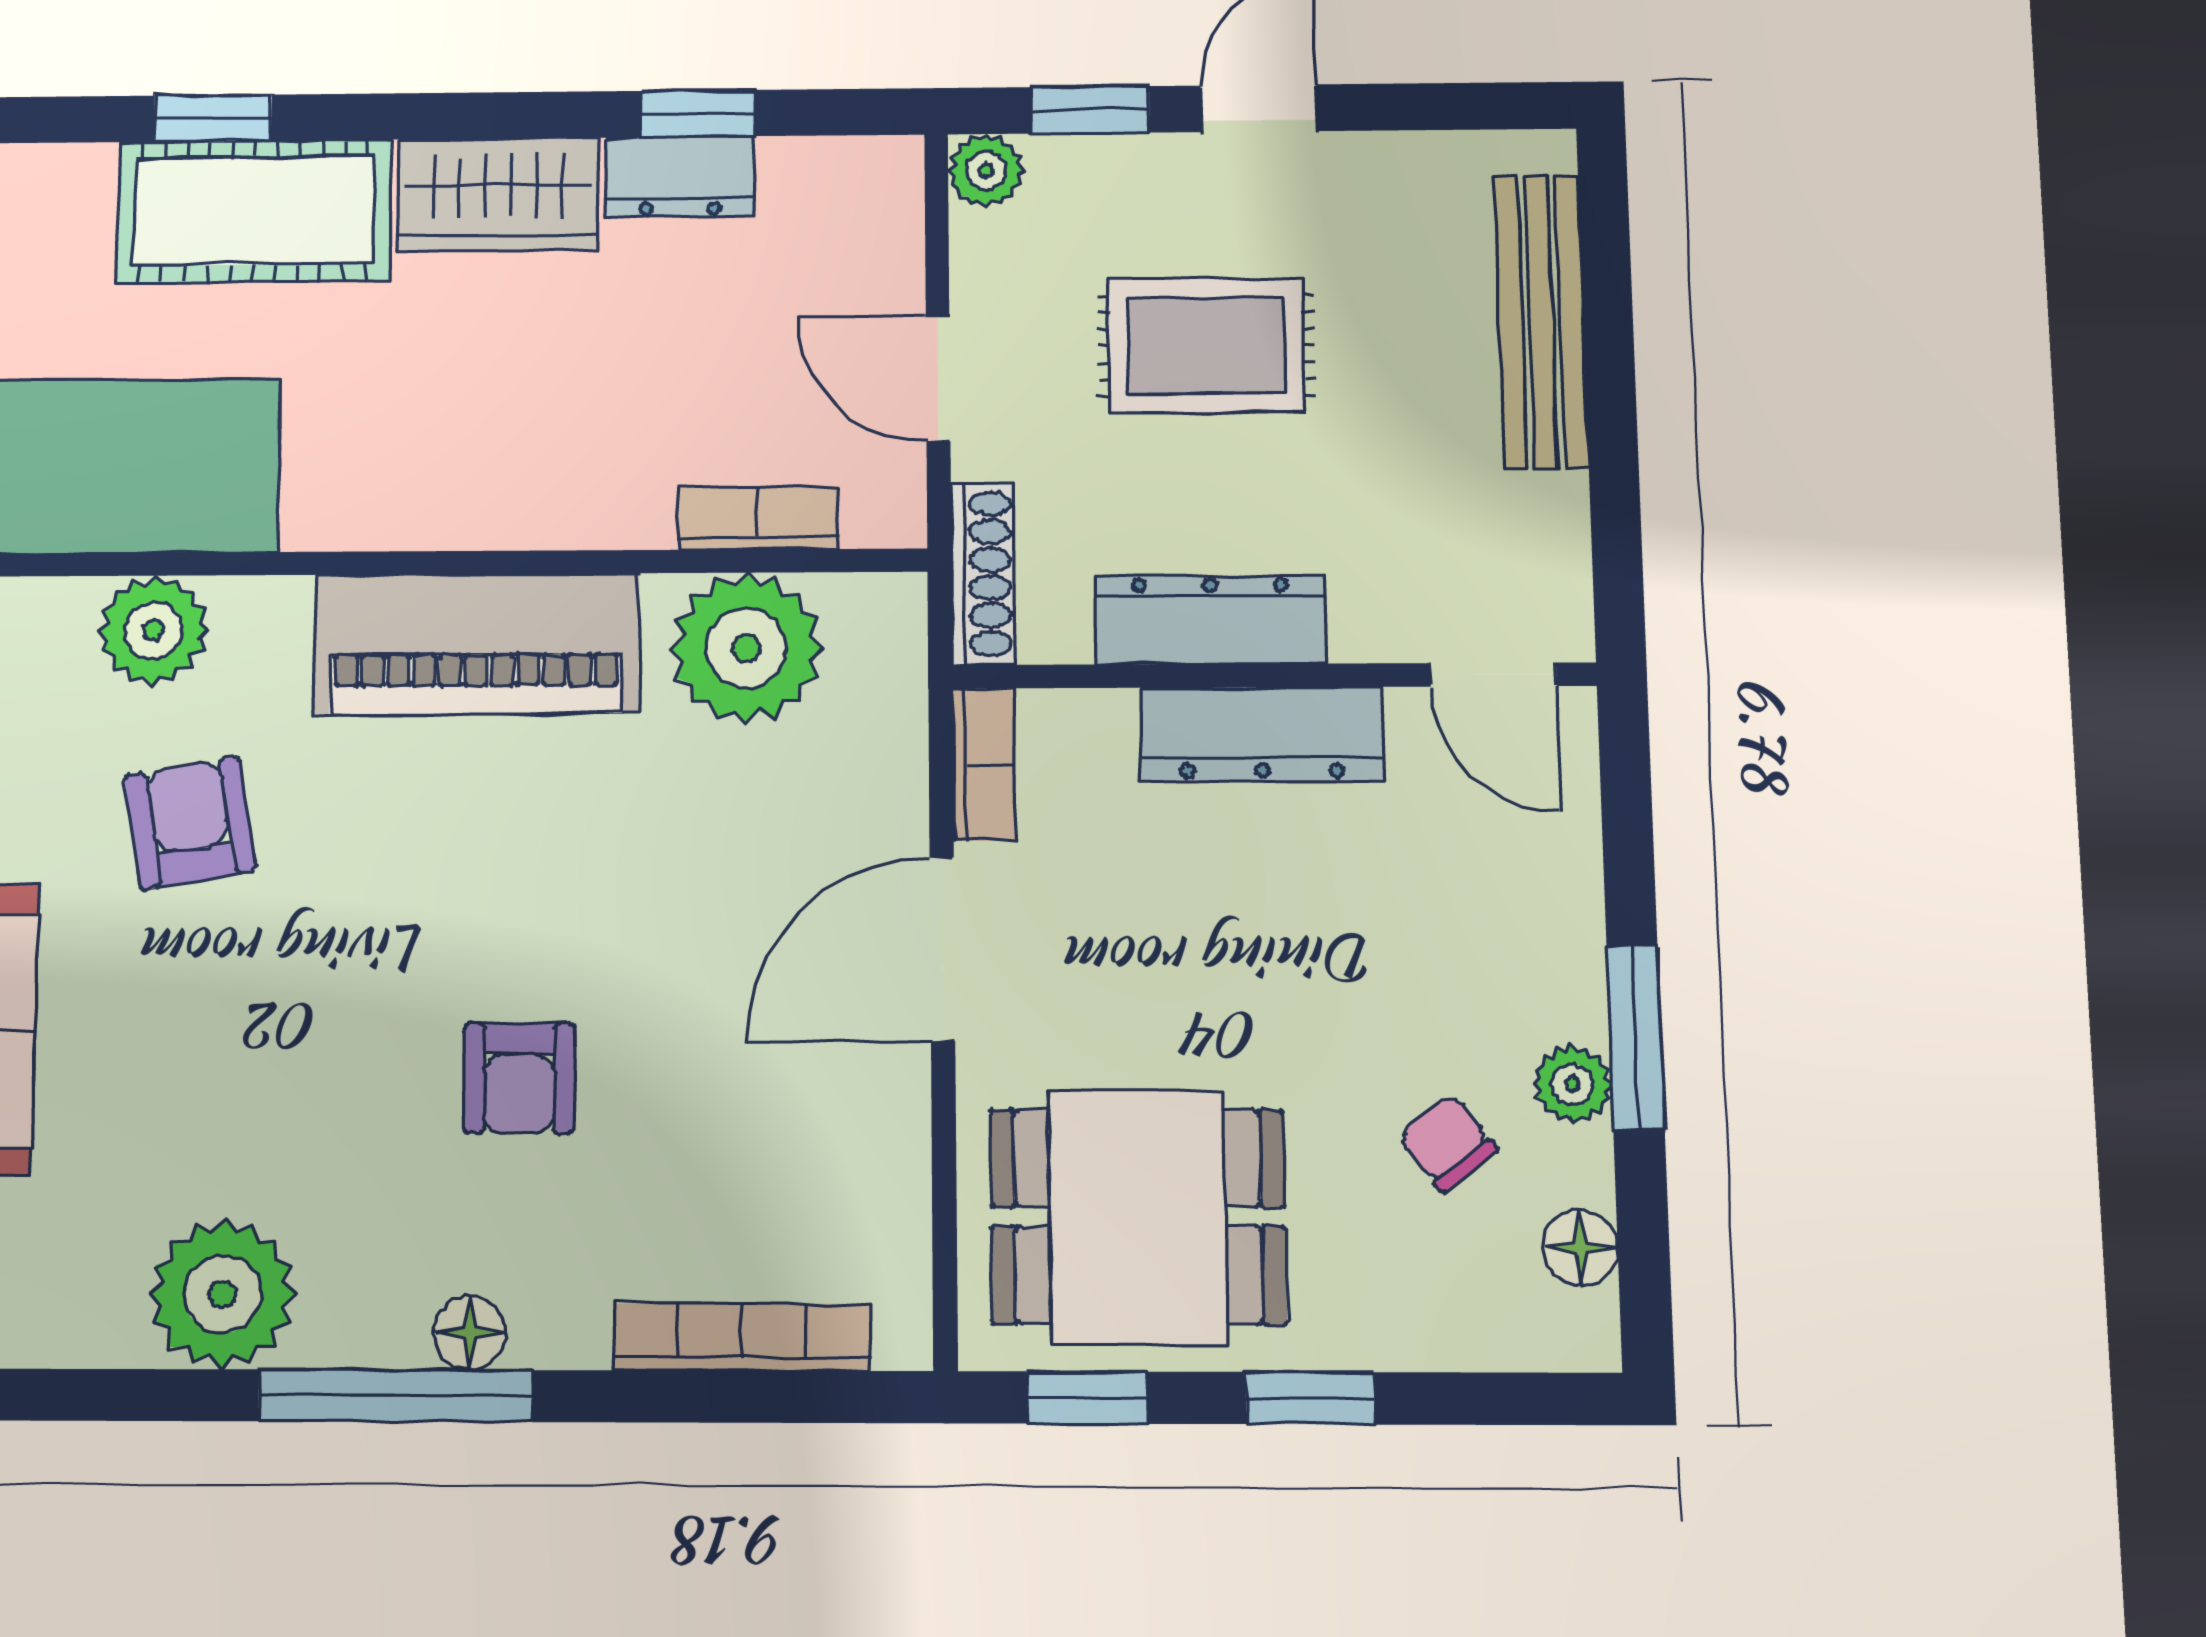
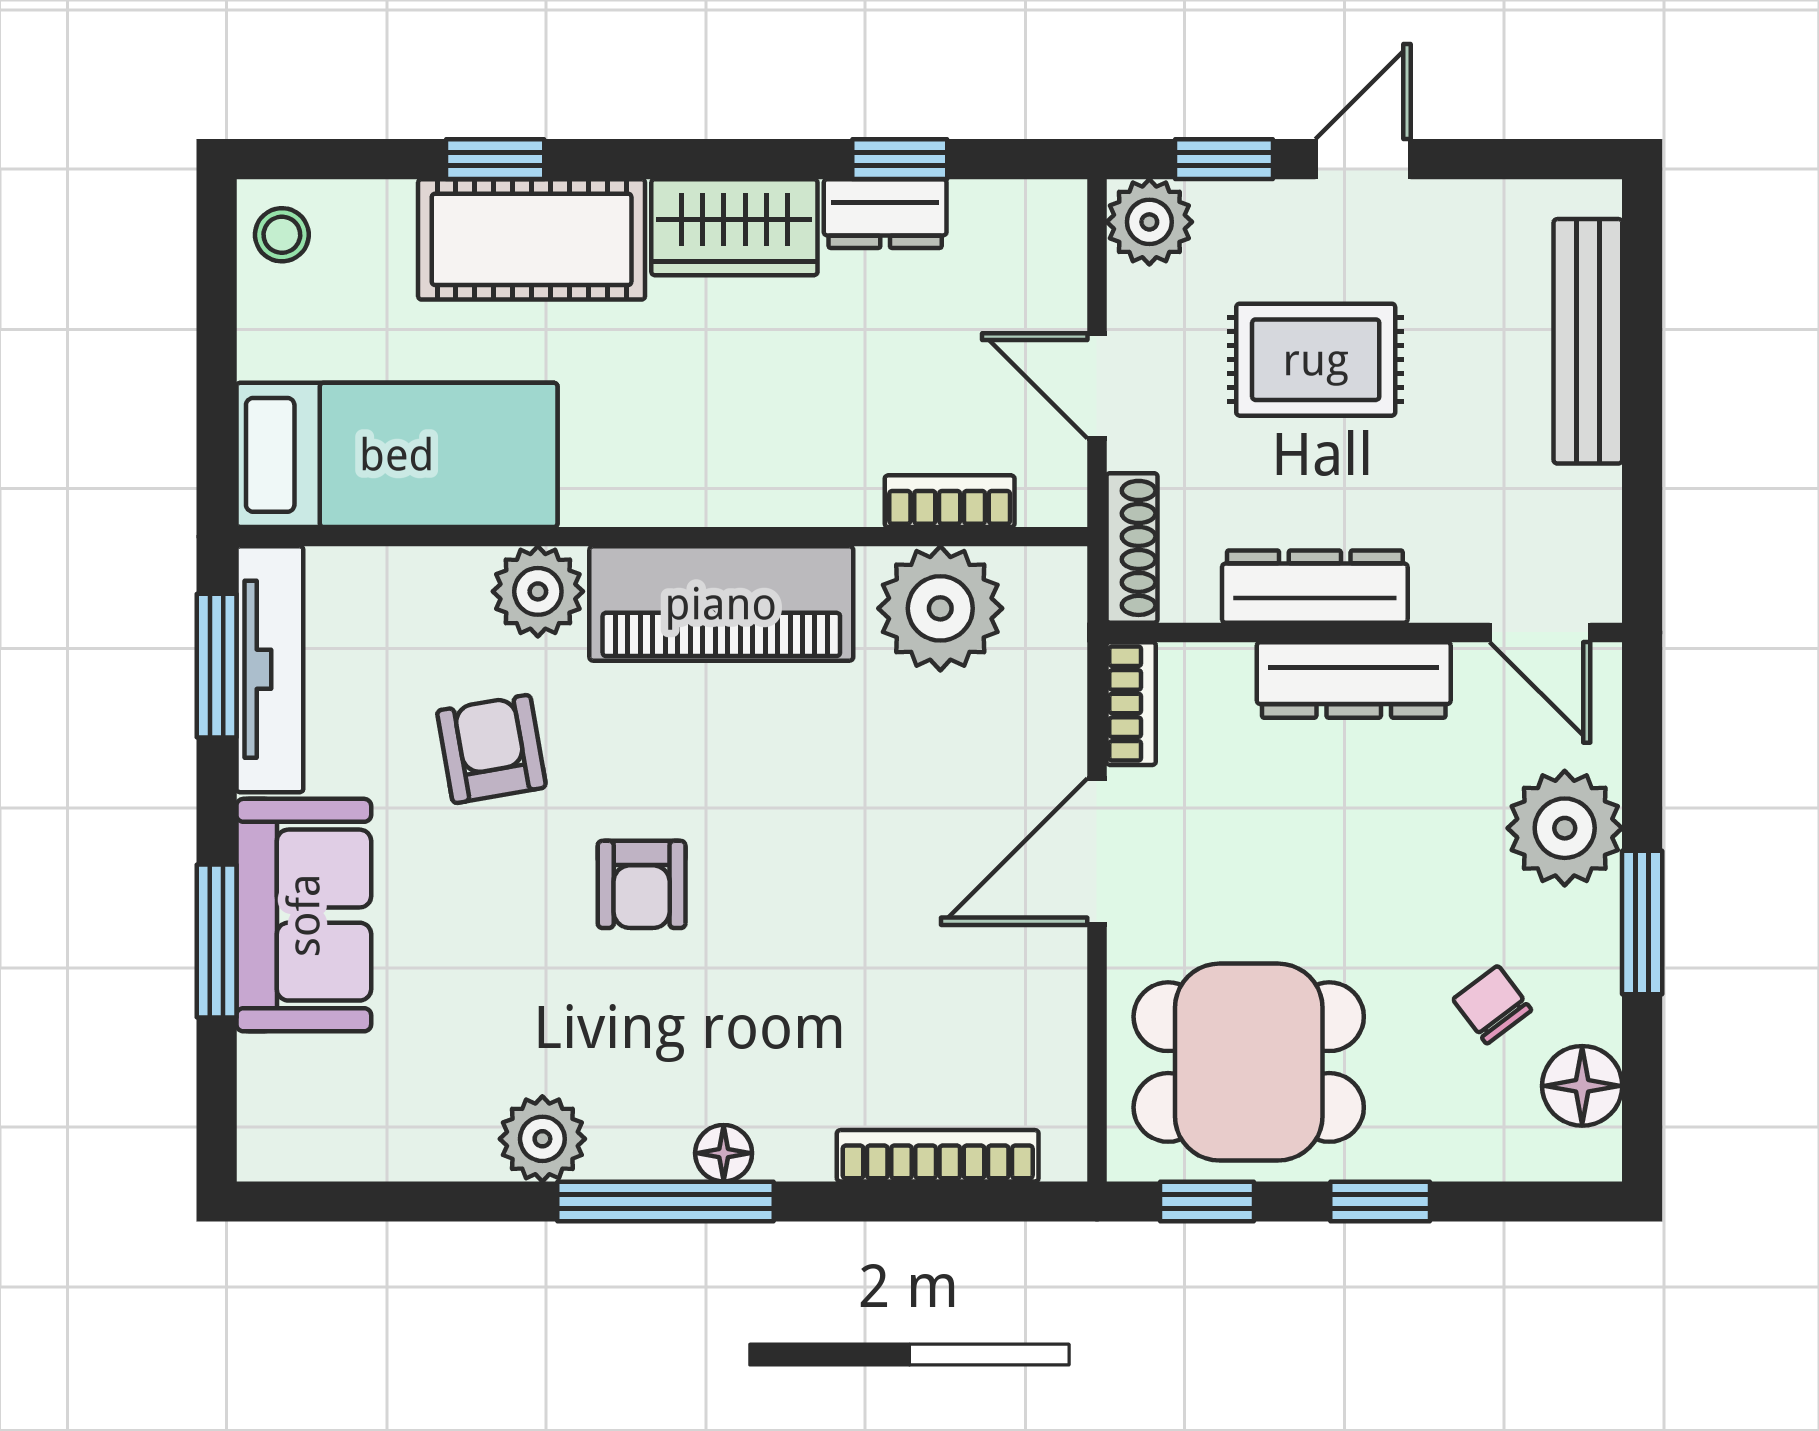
plant: (986, 171) -> (1149, 222), width x1.38, depth x1.38
plant: (153, 630) -> (538, 591), moved
armchair: (519, 1078) -> (642, 884), moved
plant: (1573, 1084) -> (1565, 828), moved, width x1.88, depth x1.88
floor lamp: (1580, 1248) -> (1582, 1086), width x1.37, depth x1.37
plant: (222, 1294) -> (542, 1139), width x0.73, depth x0.73

